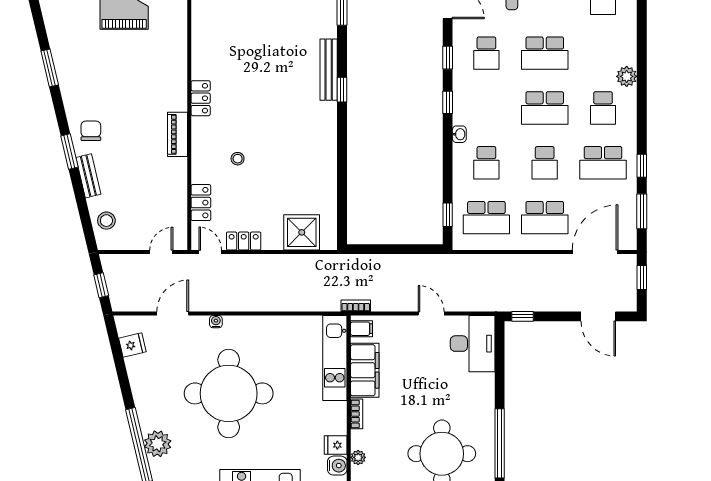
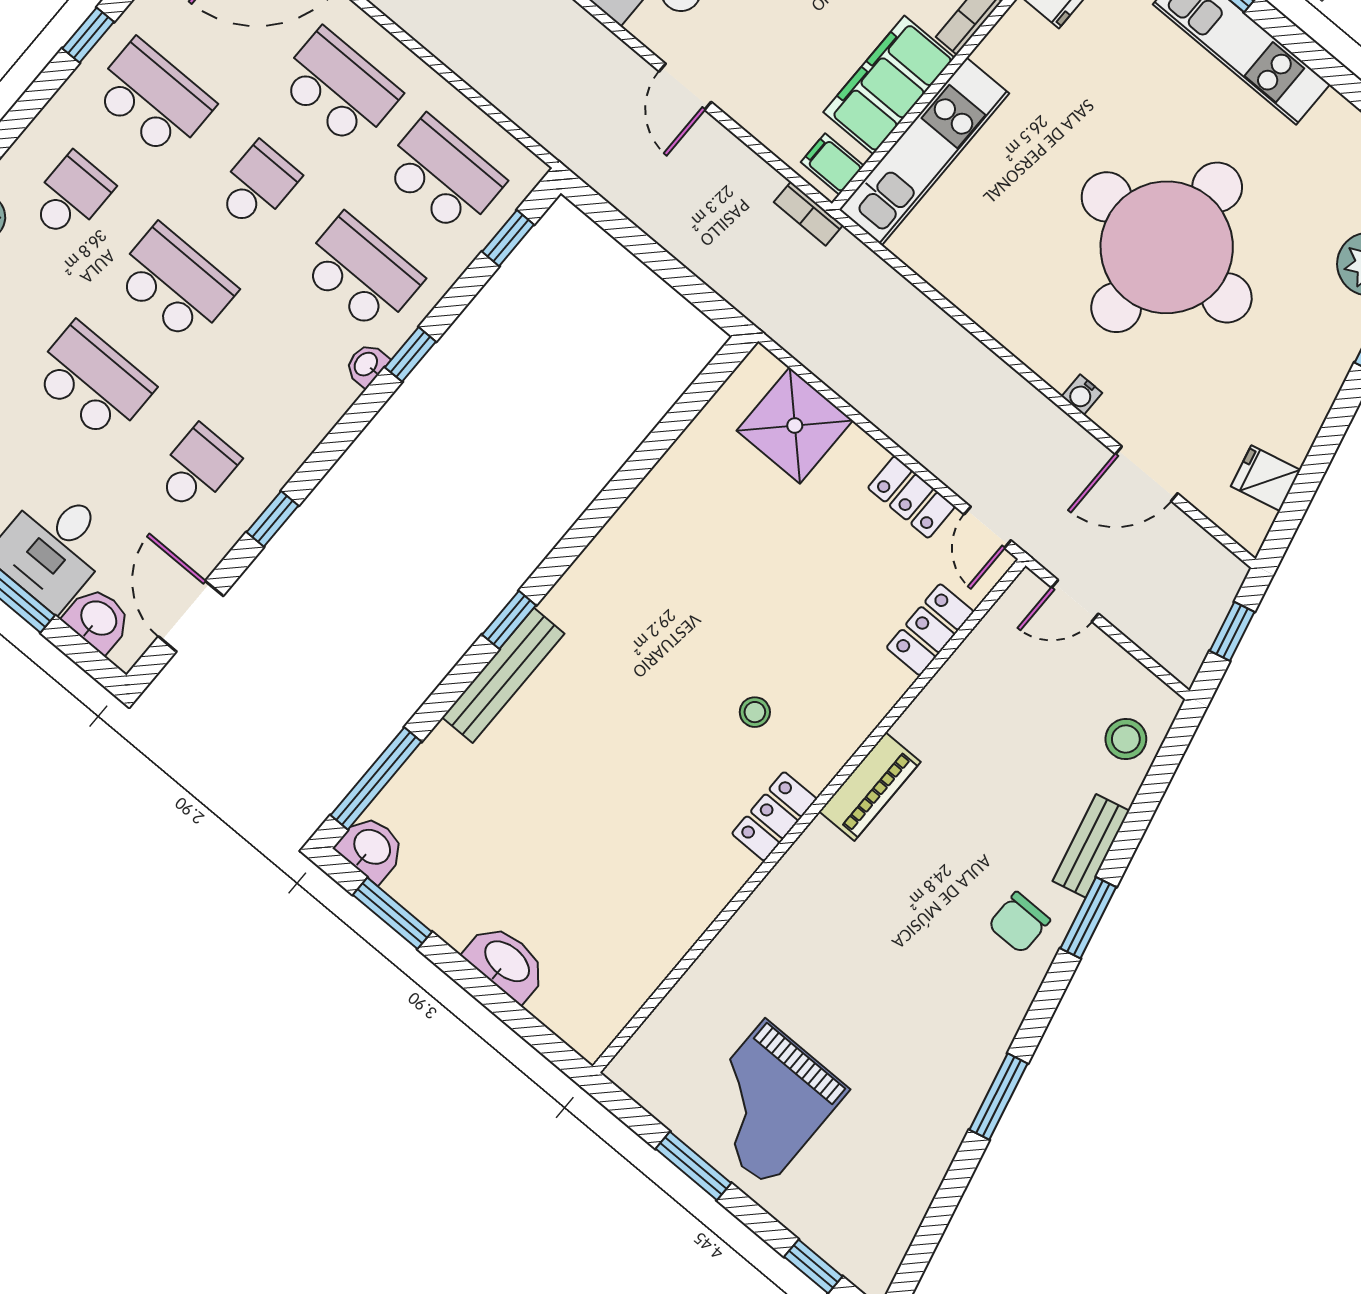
window: (448, 102) -> (410, 354), moved
stool: (238, 159) -> (755, 712), moved
school desk: (486, 163) -> (361, 273), width x1.85

